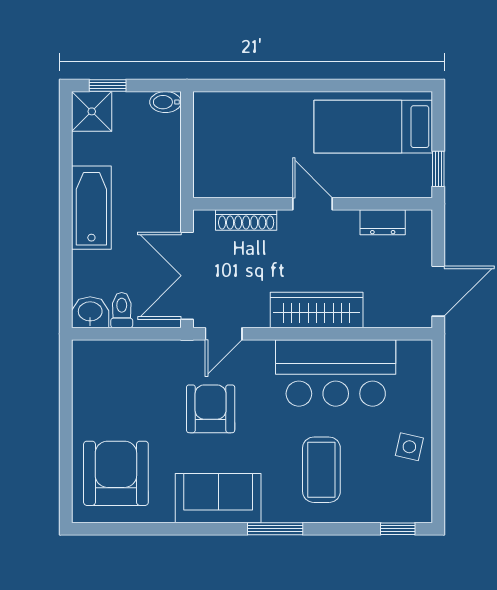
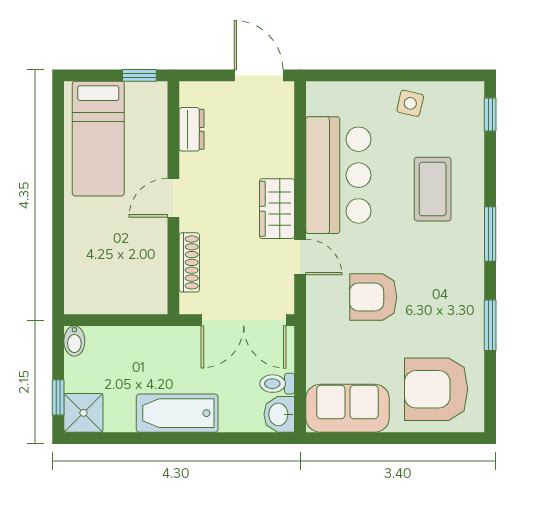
wardrobe: (317, 310) -> (277, 209), width x0.67
door: (224, 334) -> (300, 257), moved
coffee table: (321, 470) -> (433, 189), turned 90
sofa: (218, 498) -> (348, 408), moved, turned 90
window: (182, 529) -> (490, 325), added

